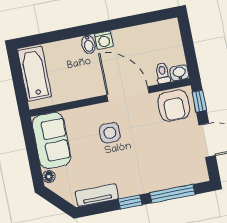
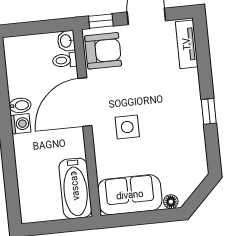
bidet: (88, 44) -> (20, 105), moved
bathtub: (35, 74) -> (75, 188), moved, turned -90
window: (172, 194) -> (204, 62), removed
tv unit: (97, 195) -> (187, 44), moved

